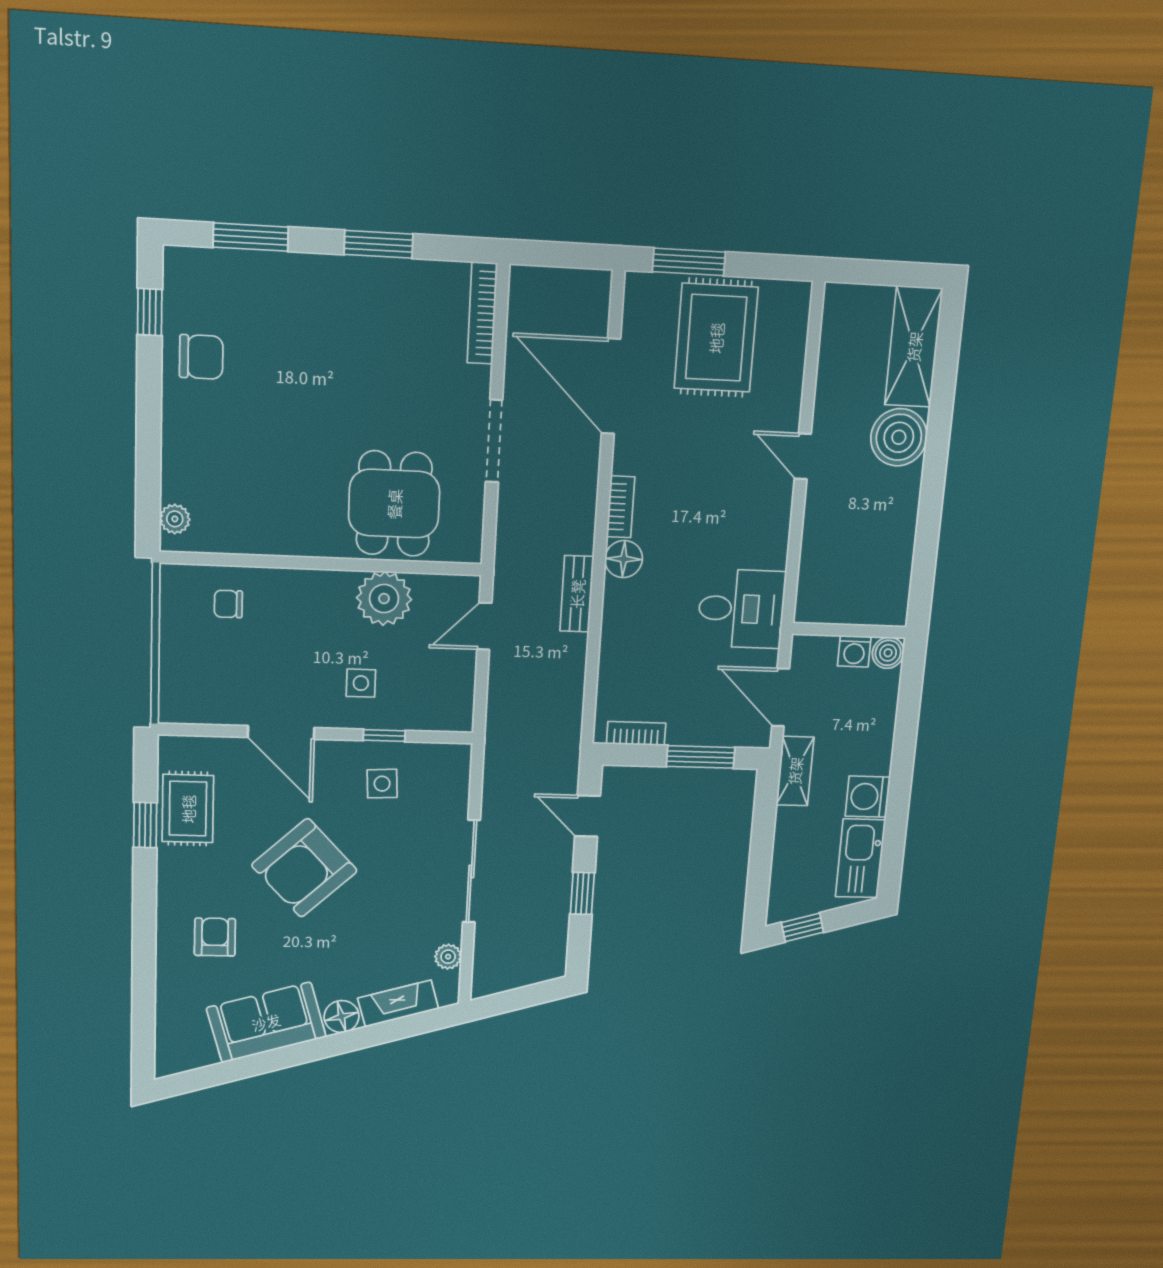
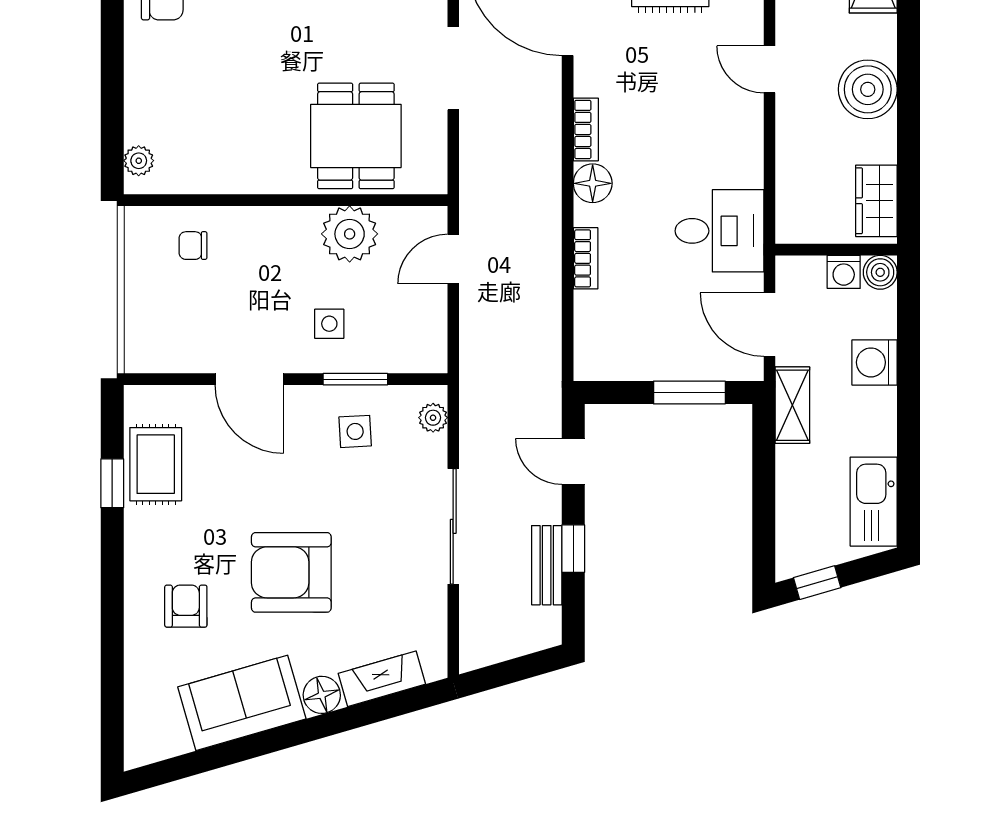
boiler: (899, 437) -> (868, 89), moved
wardrobe: (891, 586) -> (876, 201), added
bench: (577, 594) -> (547, 565), moved
bookcase: (636, 733) -> (586, 258), moved, turned 90
window: (384, 736) -> (355, 379), width x1.50
washing machine: (868, 797) -> (875, 362), moved
armchair: (304, 868) -> (291, 572), moved, turned 43
plant: (448, 957) -> (433, 418), moved

